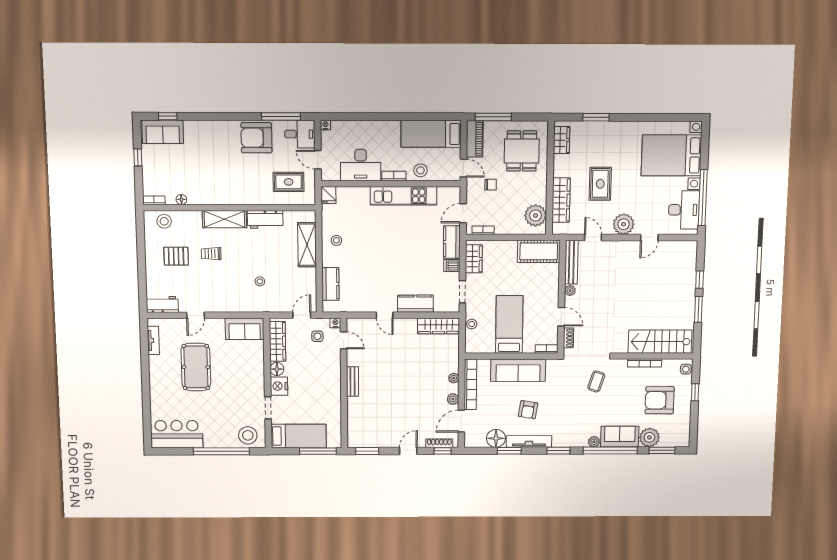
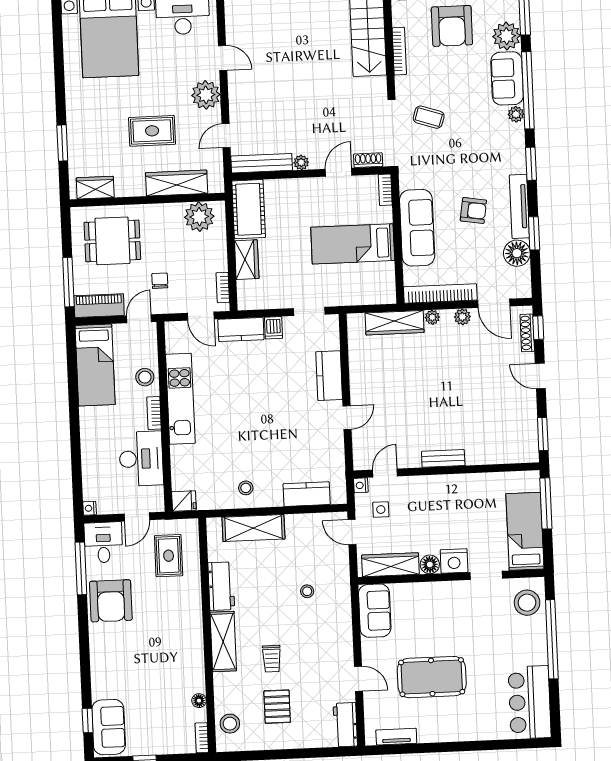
wardrobe: (474, 259) -> (247, 260), moved, turned 90
stool: (472, 324) -> (354, 296), removed
wardrobe: (439, 326) -> (395, 323), moved, turned 90

